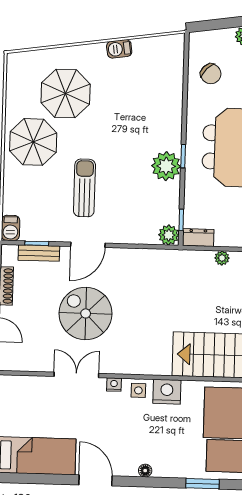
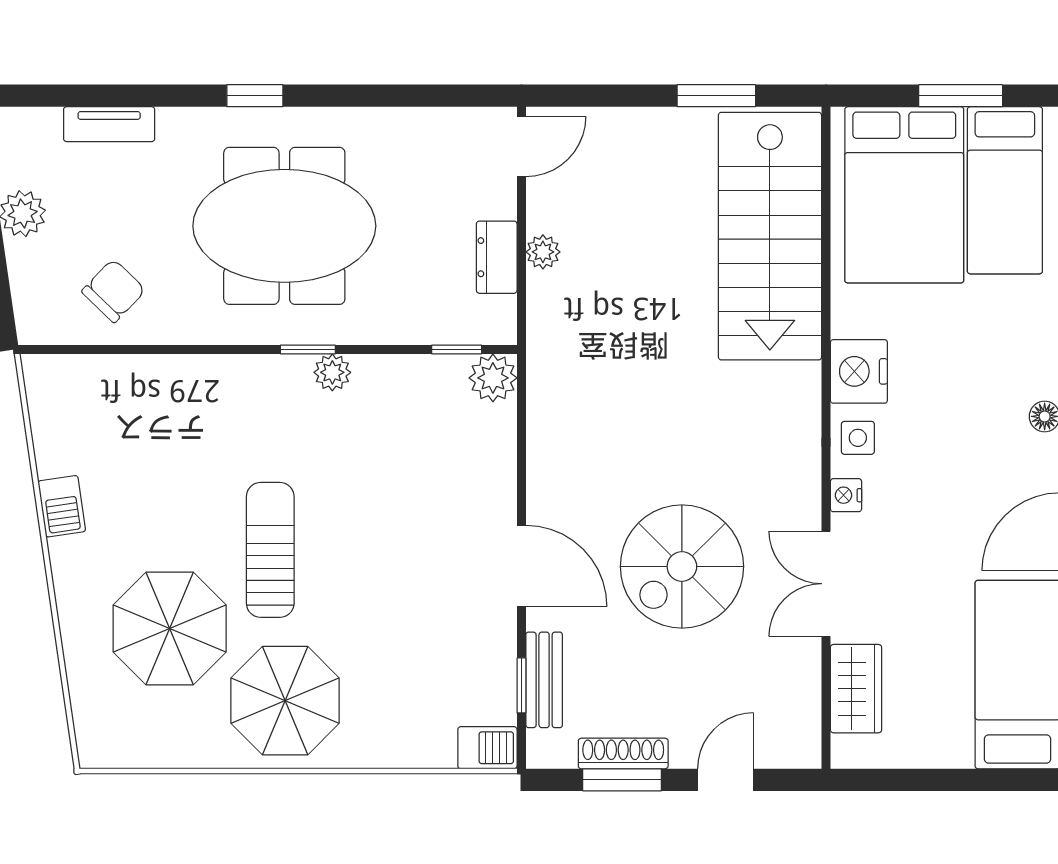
plant: (166, 166) -> (332, 372), width x0.53, depth x0.53
sun lounger: (84, 188) -> (270, 550), moved, turned 90
dresser: (198, 237) -> (497, 257), moved
wardrobe: (31, 386) -> (856, 689), added

